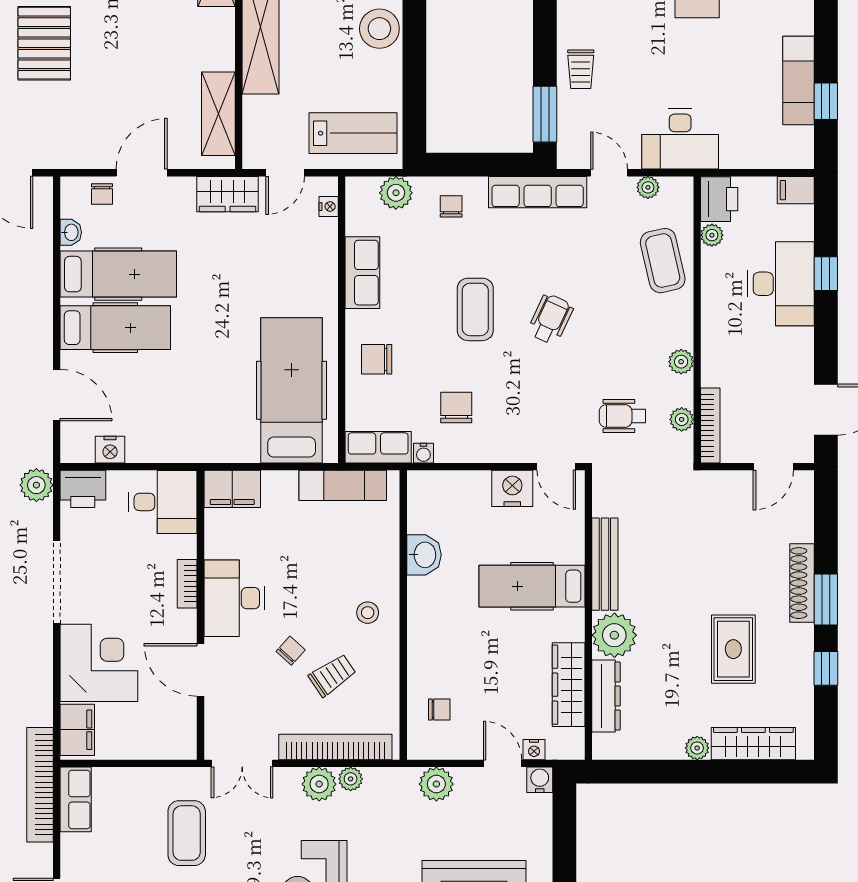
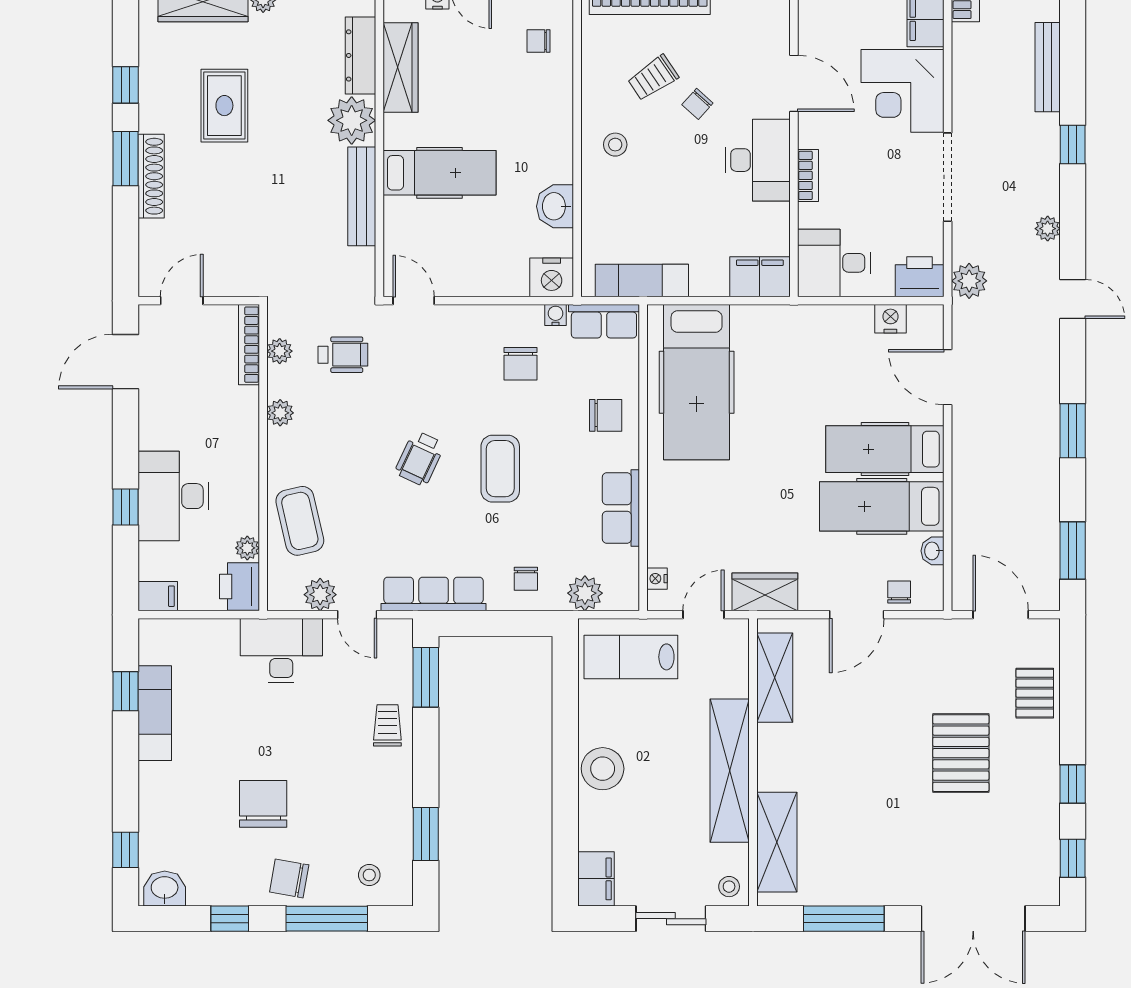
plant: (648, 187) -> (320, 595), width x1.38, depth x1.38
nightstand: (512, 488) -> (552, 277), moved

